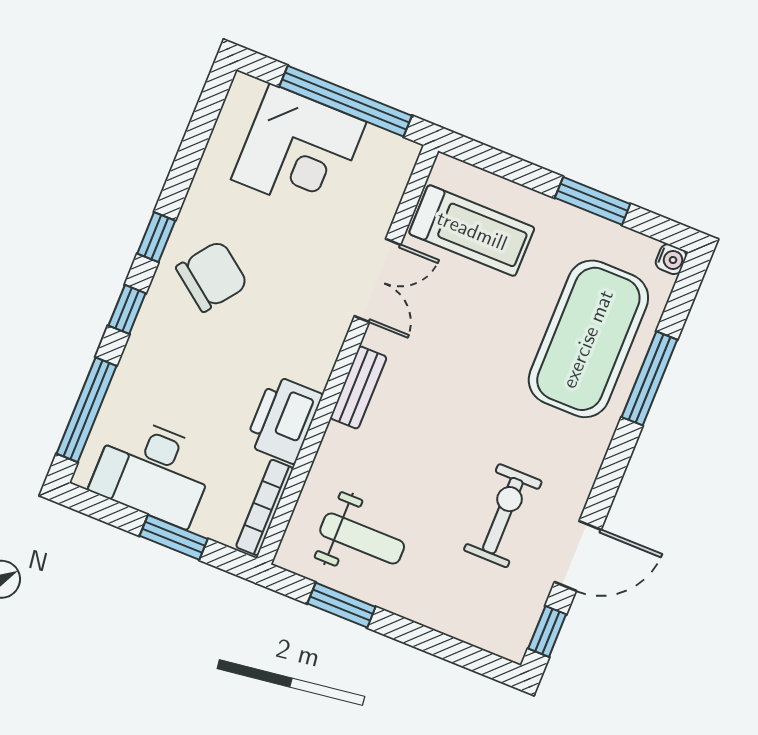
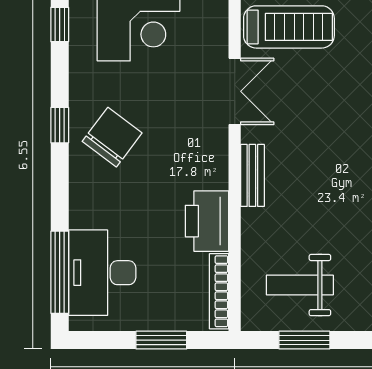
window: (127, 309) -> (60, 24), moved
desk: (153, 471) -> (102, 273), moved, turned 90
weight bench: (362, 538) -> (300, 285), turned 180

